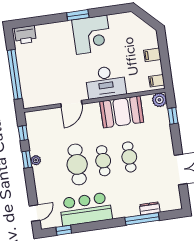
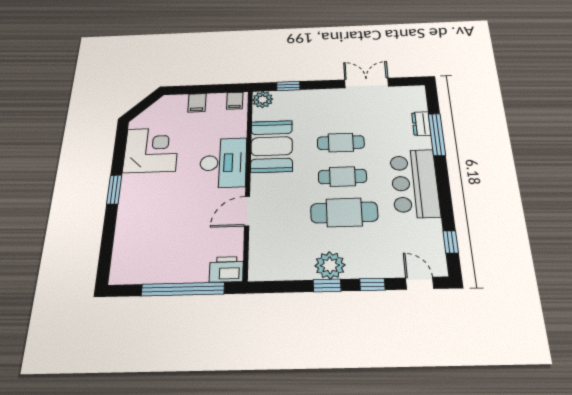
printer: (25, 35) -> (226, 269), moved, turned -90
corner desk: (92, 35) -> (151, 150), moved
door: (71, 104) -> (247, 211), swing flipped
window: (23, 133) -> (372, 284), moved
plant: (36, 160) -> (330, 265), width x1.87, depth x1.87
bar counter: (86, 209) -> (415, 183), moved

